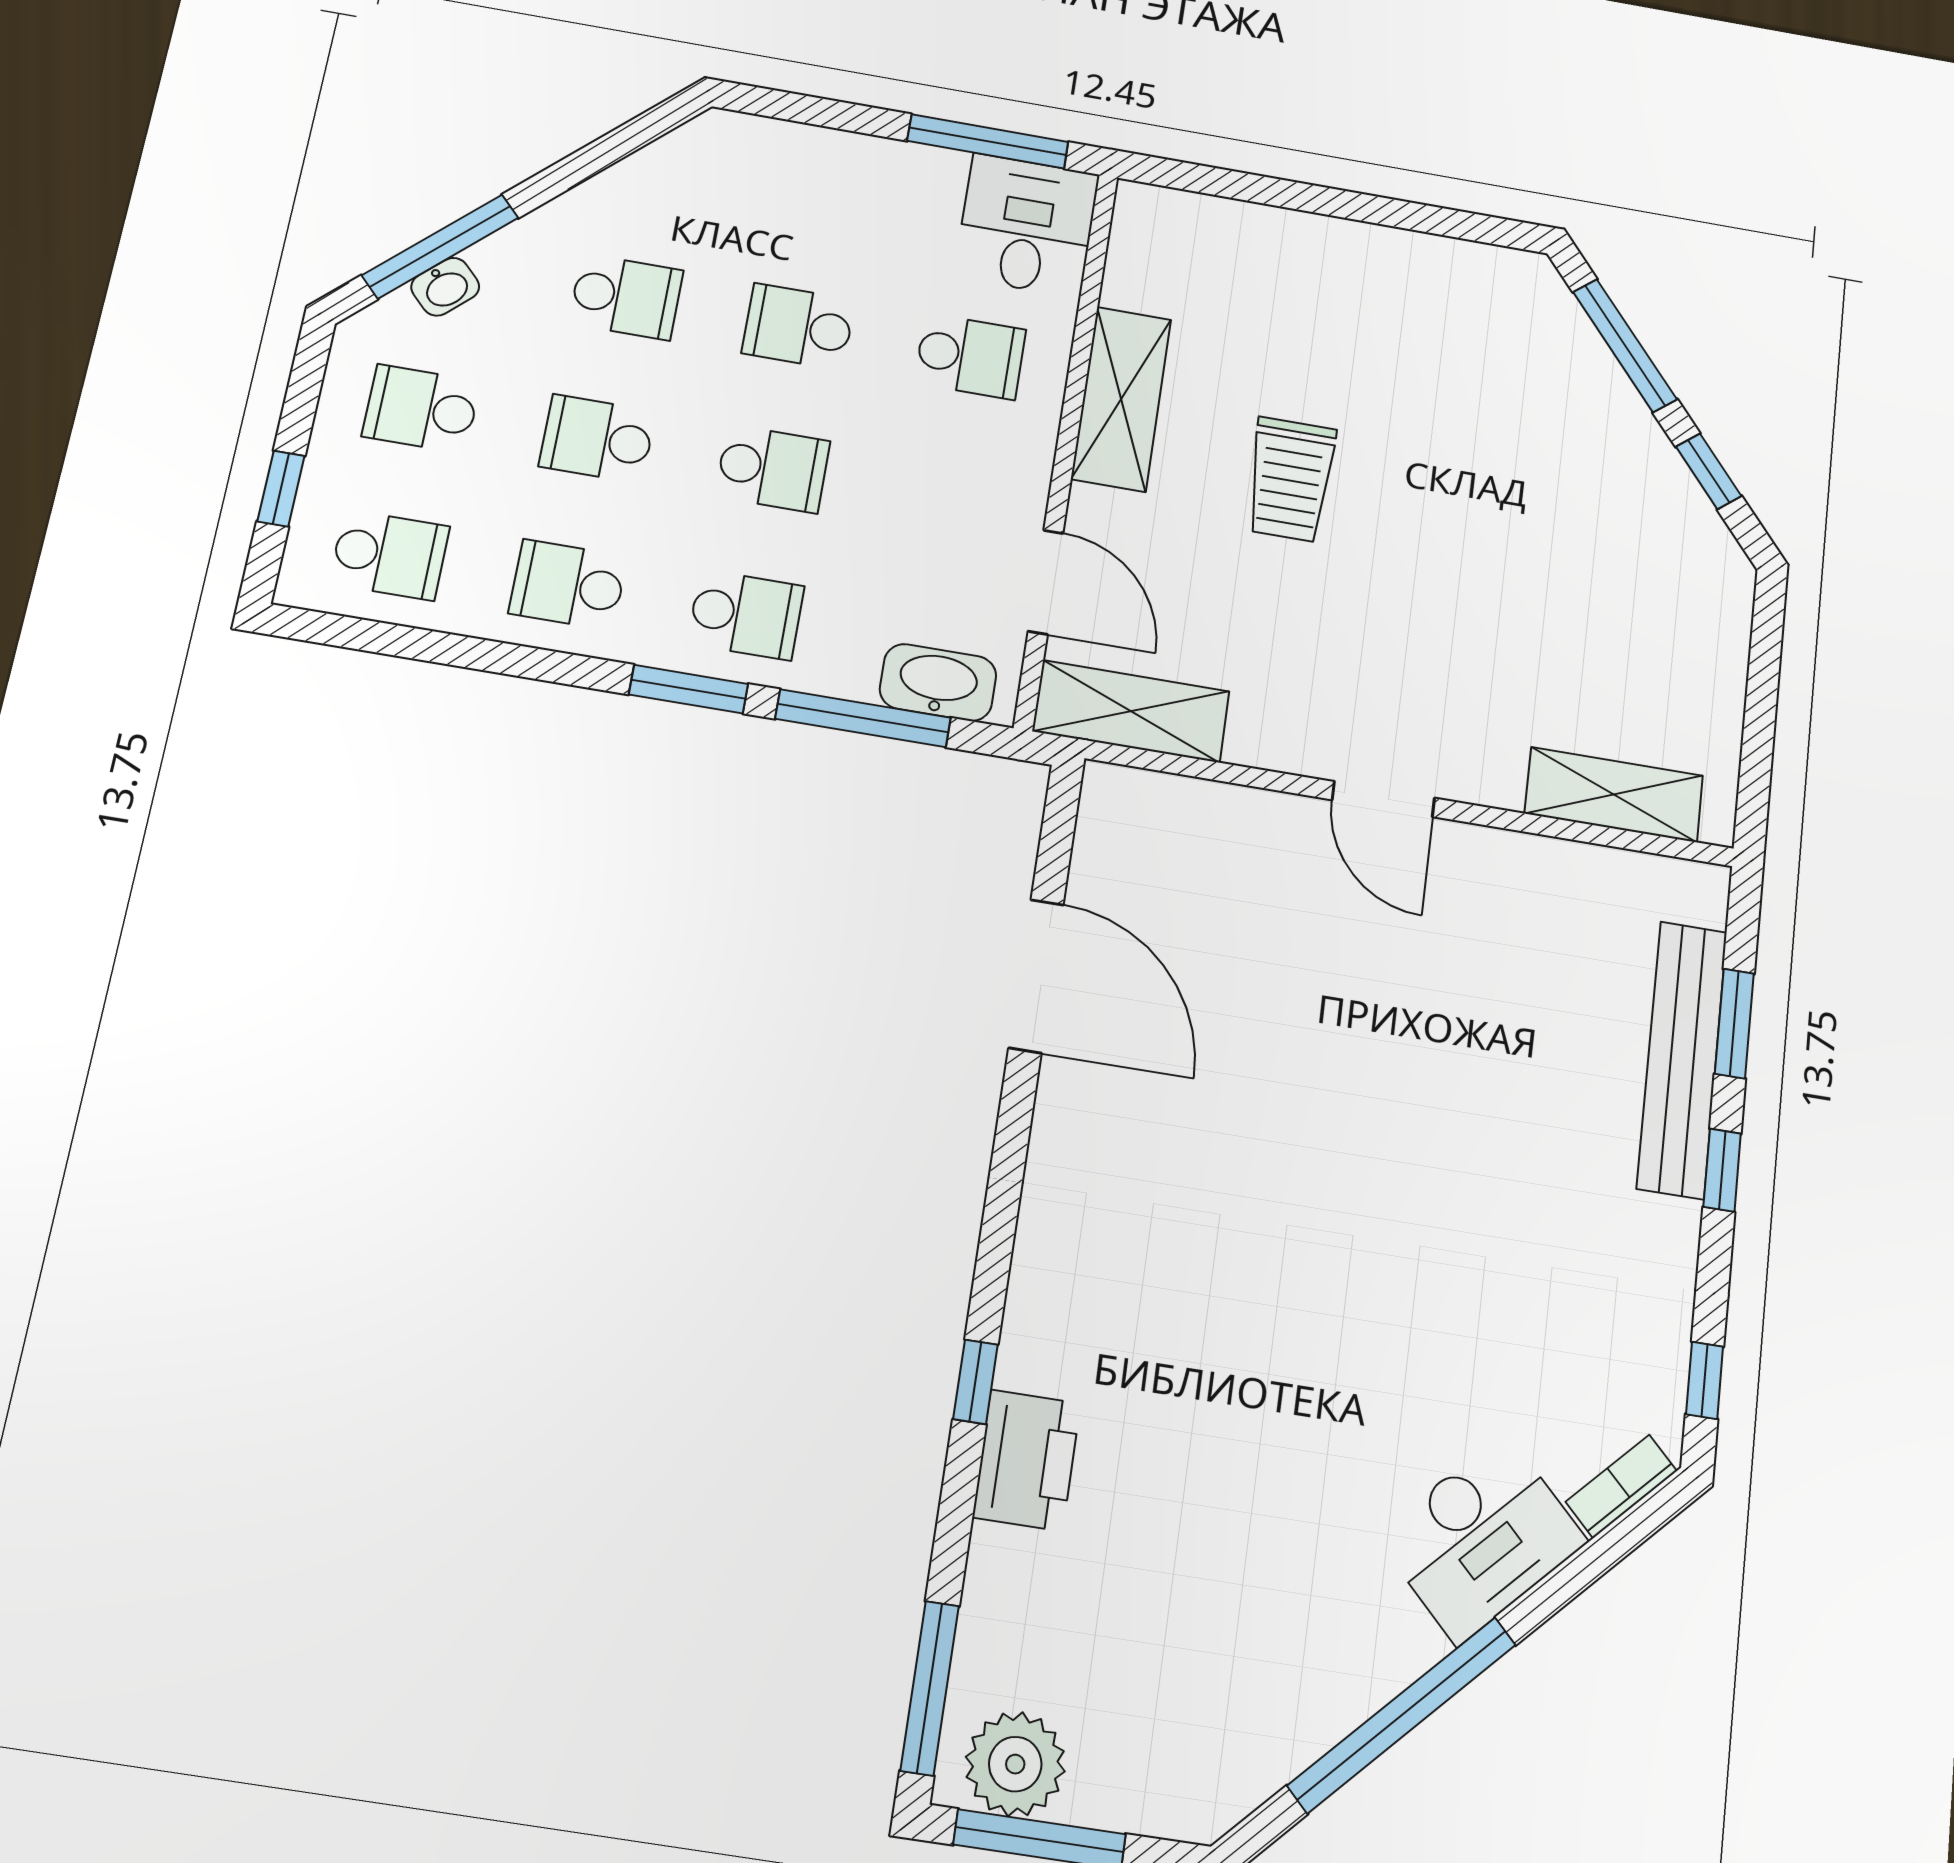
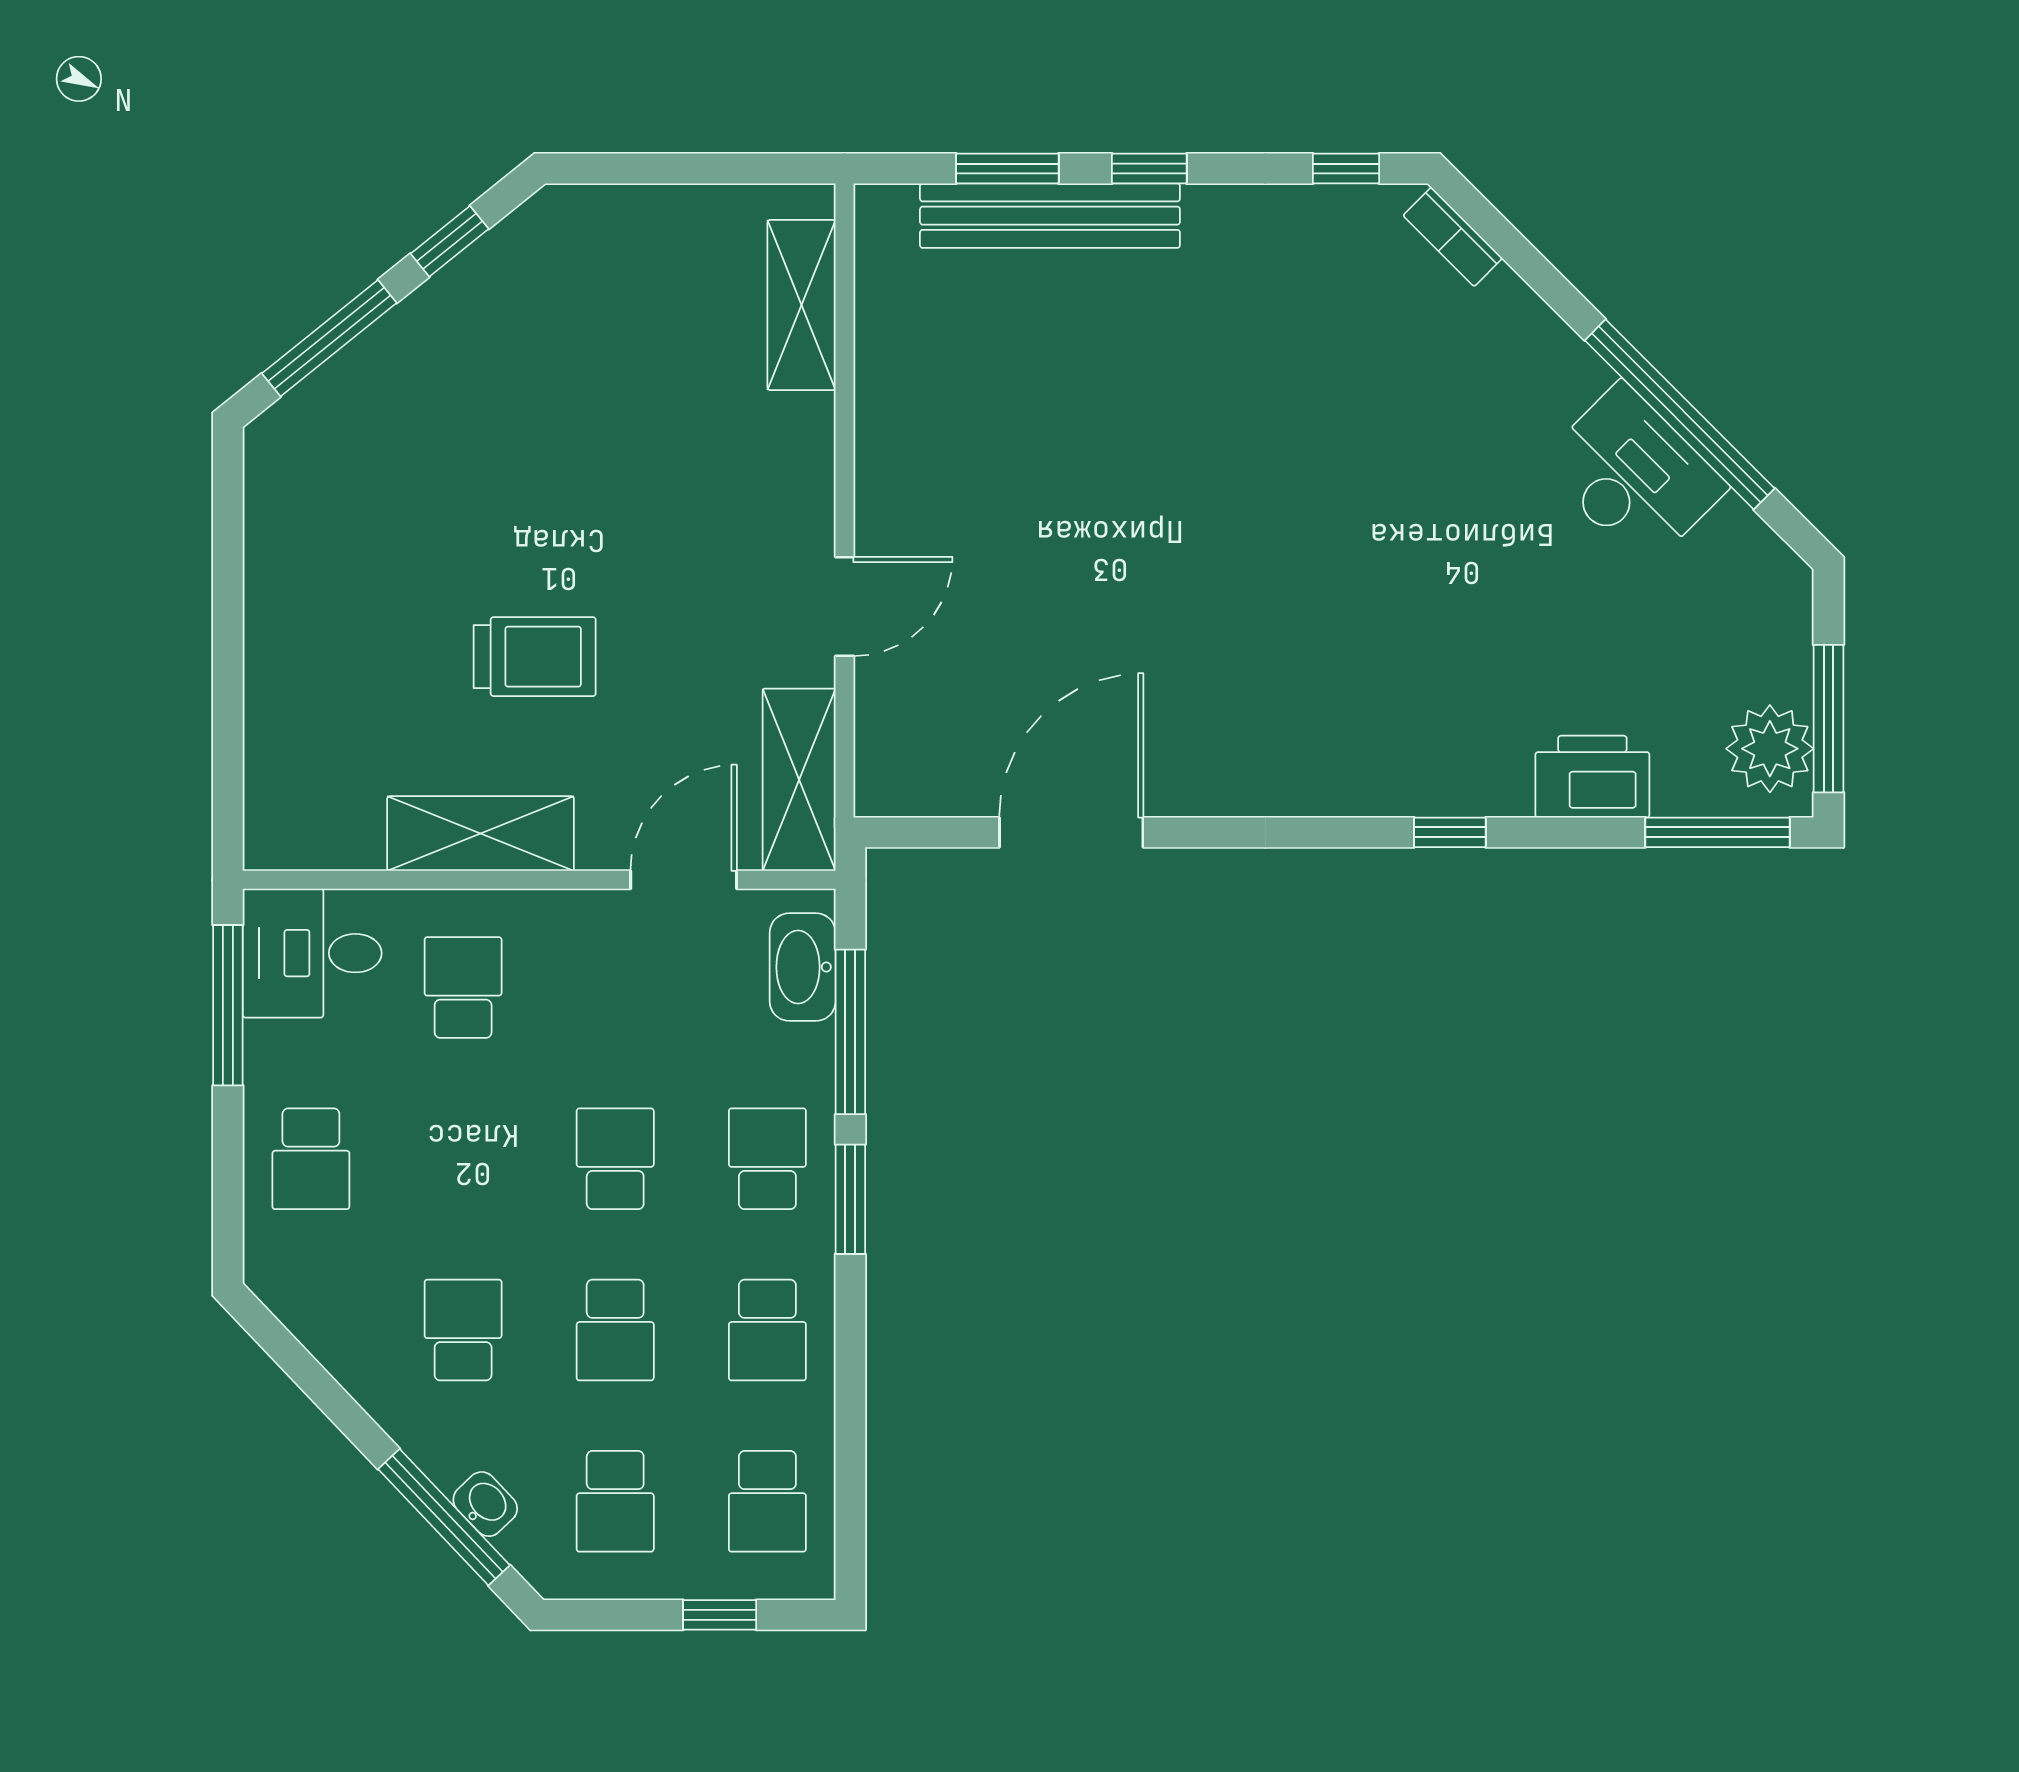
school desk: (799, 327) -> (311, 1159), moved
school desk: (389, 555) -> (767, 1501), turned 180
door: (1383, 799) -> (844, 606), moved
printer: (1027, 1460) -> (1592, 777), moved
desk: (1481, 1538) -> (1633, 475), moved

